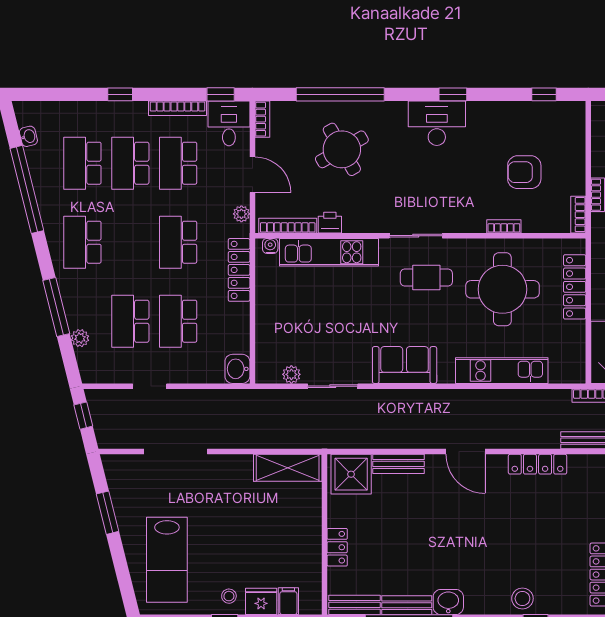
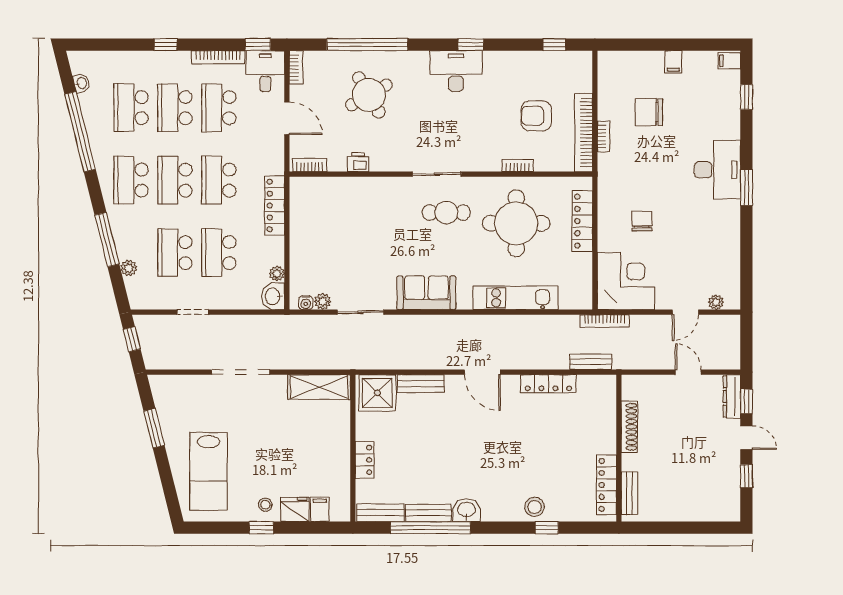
plant: (241, 214) -> (277, 274), moved
bookcase: (578, 215) -> (584, 133), width x2.31, depth x1.31
bookcase: (288, 226) -> (310, 165), width x0.64
school desk: (130, 242) -> (175, 180), added
water cooler: (270, 246) -> (306, 303), moved, turned 180
kitchen unit: (329, 252) -> (357, 189), removed
doorway: (176, 452) -> (241, 372), moved

